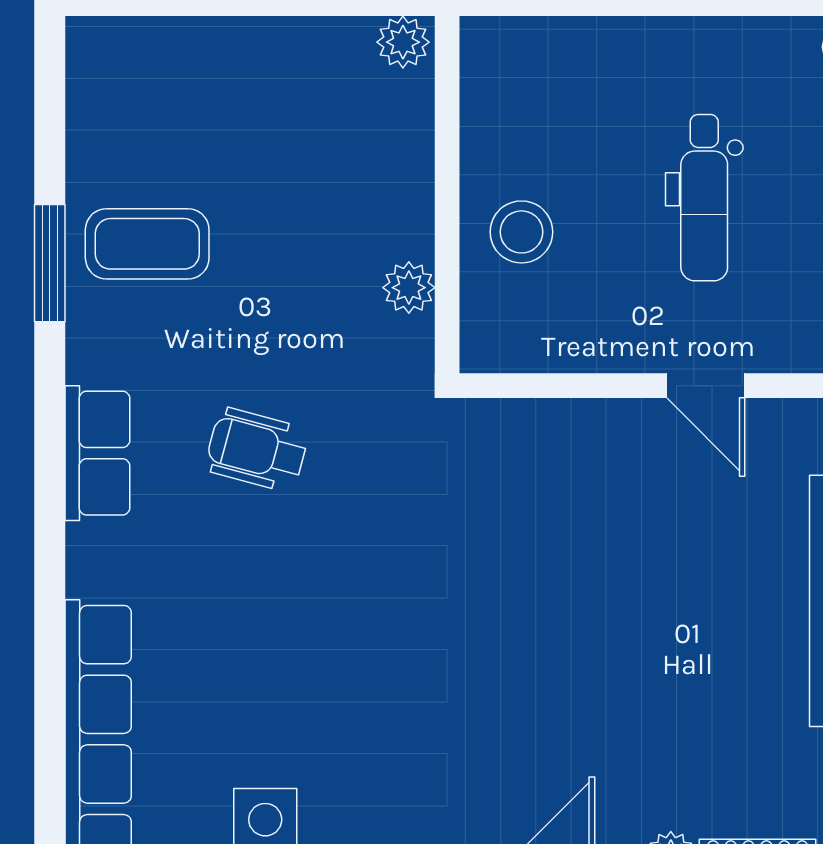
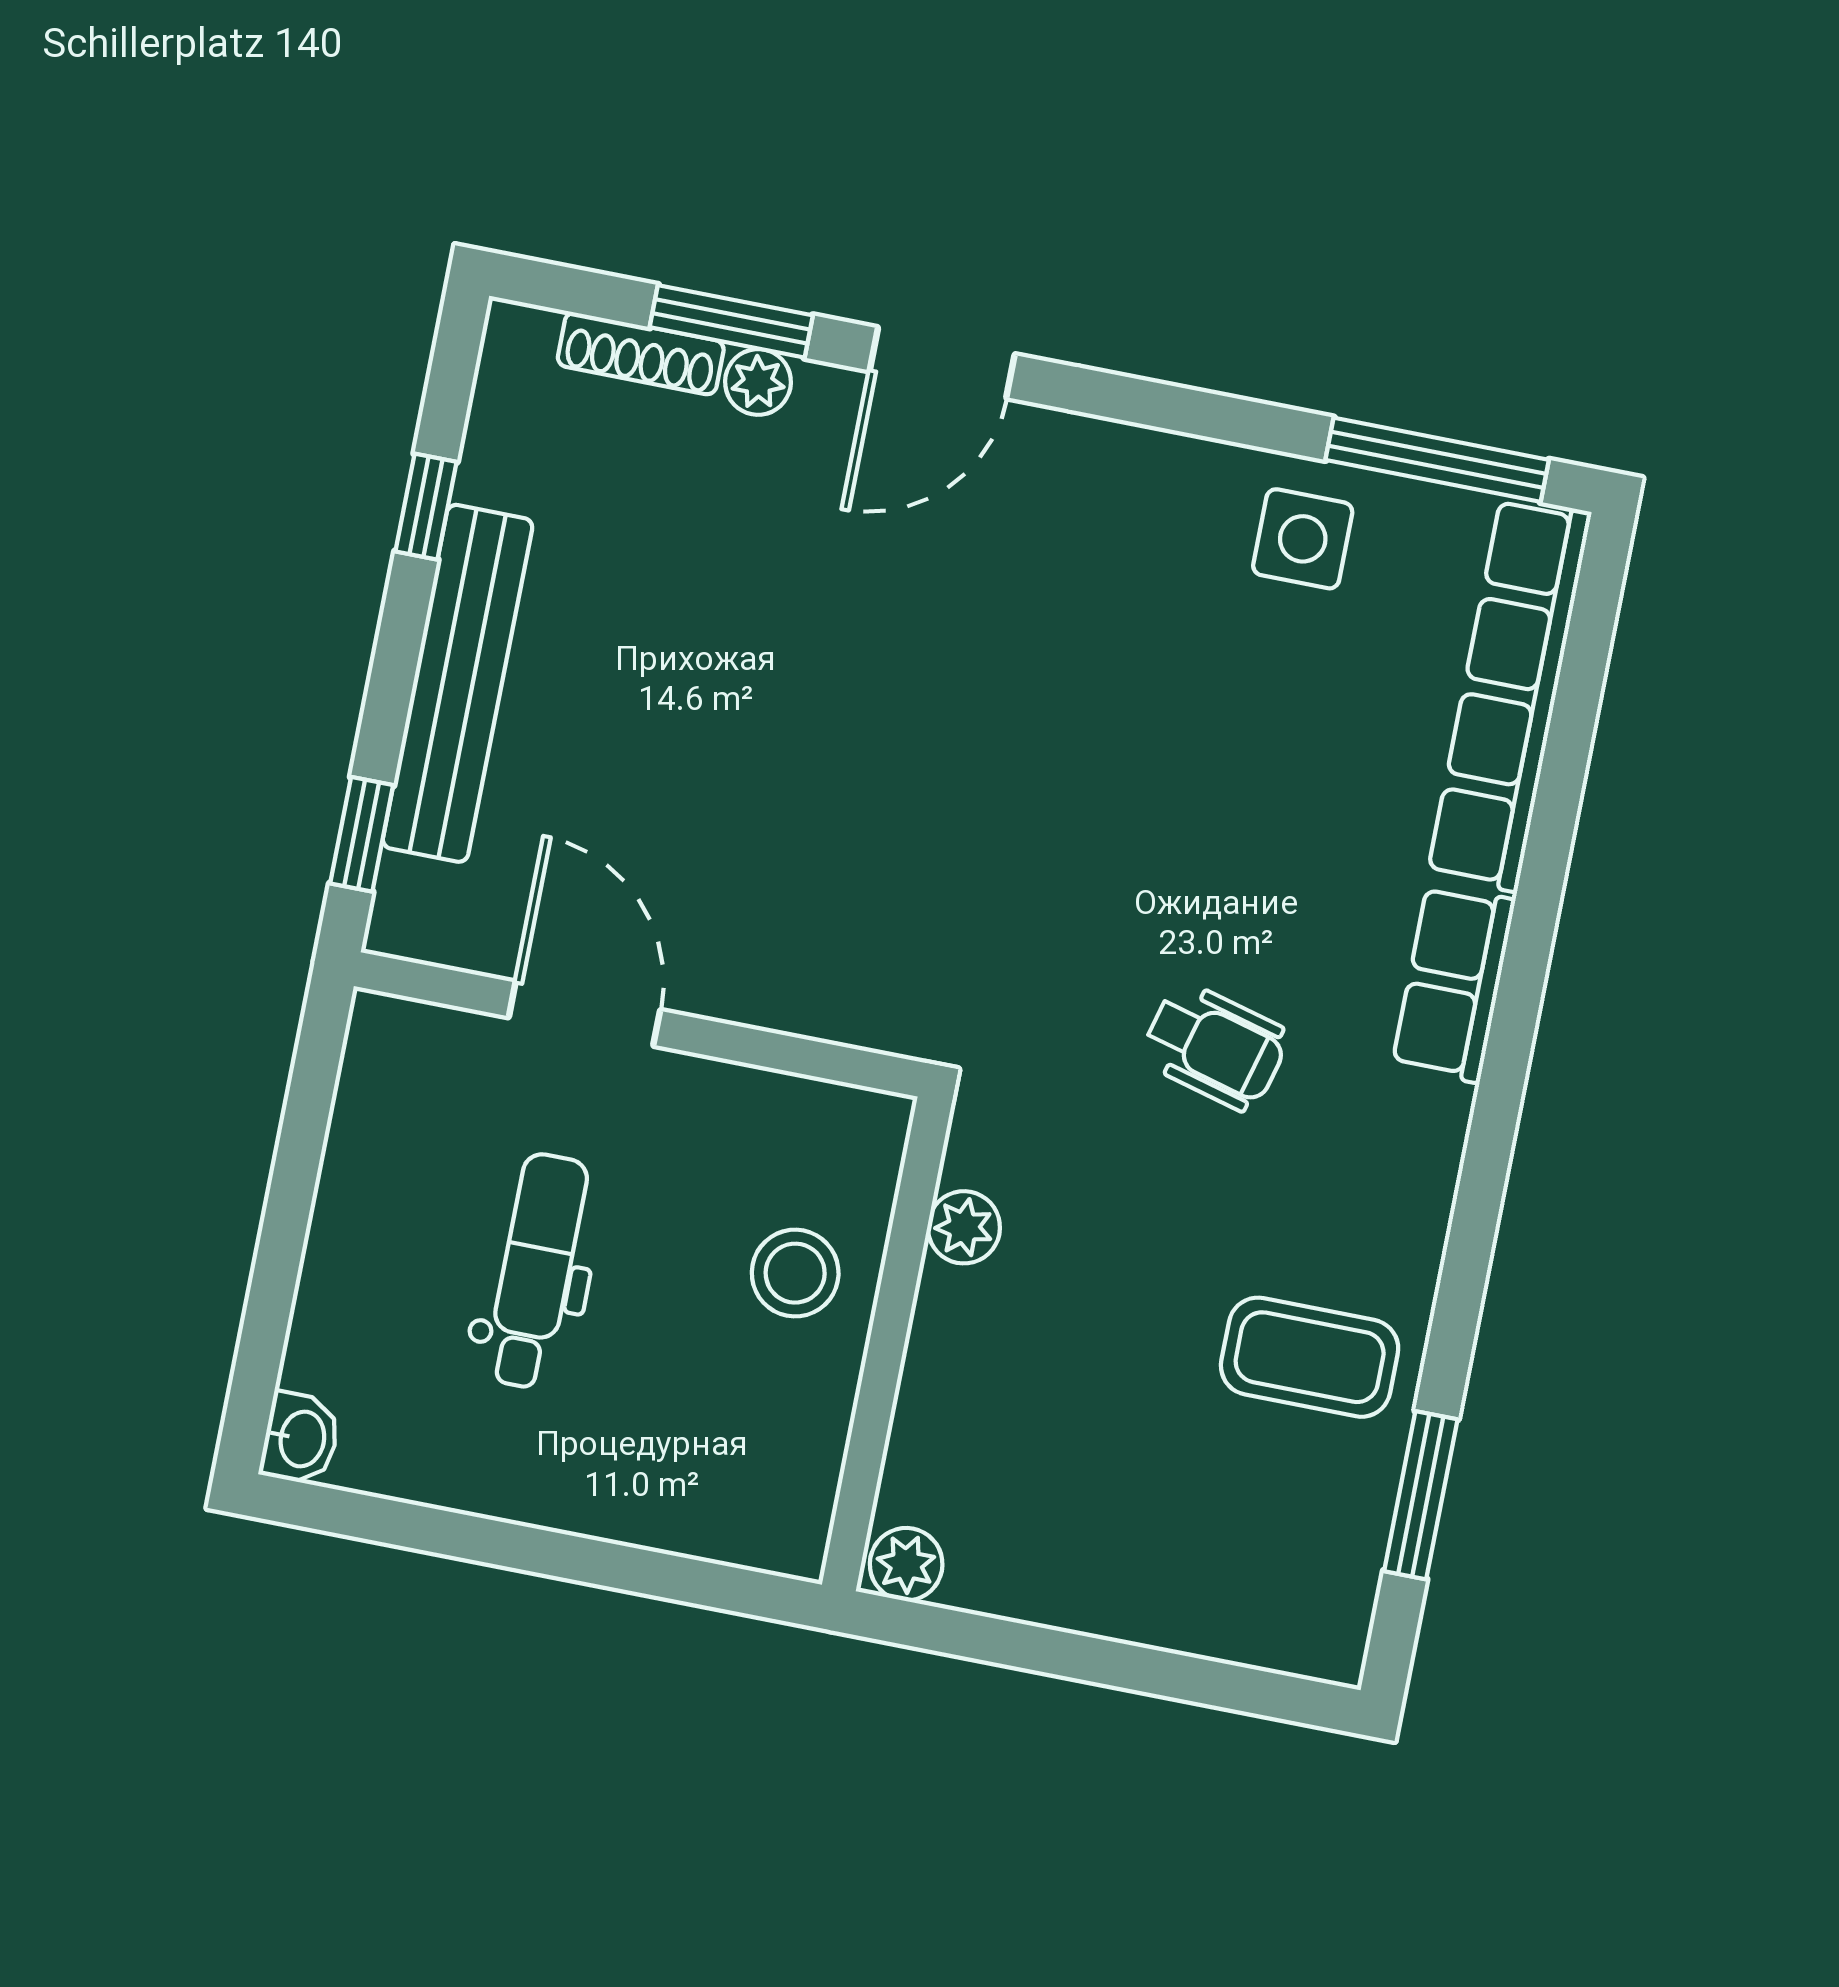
window: (50, 263) -> (1421, 1495), moved
door: (706, 386) -> (584, 1014), width x1.38
row of seats: (97, 453) -> (1454, 983), moved

